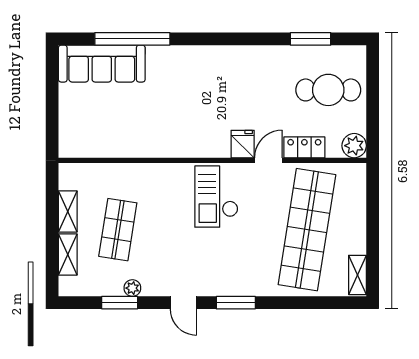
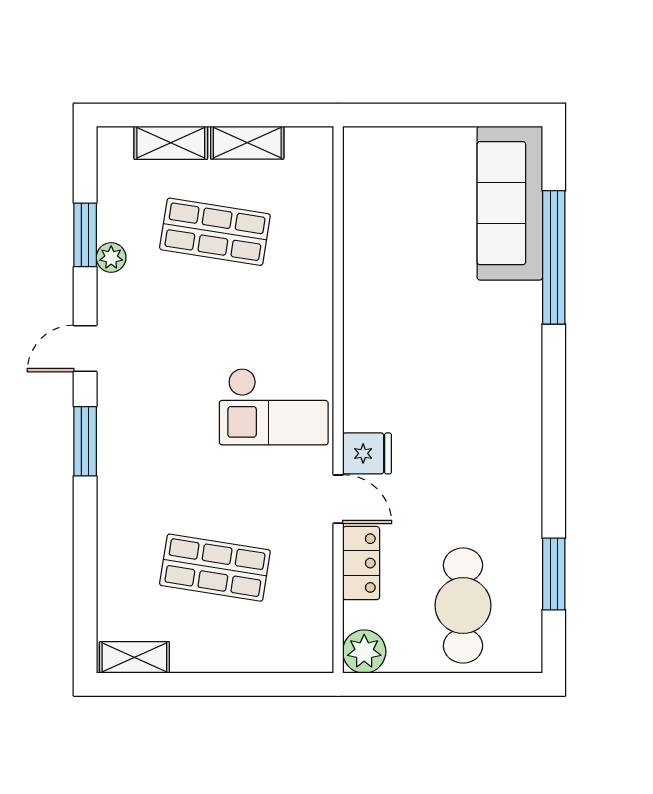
checkout: (216, 197) -> (274, 407), turned 180
shop shelf: (307, 230) -> (215, 568), width x0.50, depth x0.74

